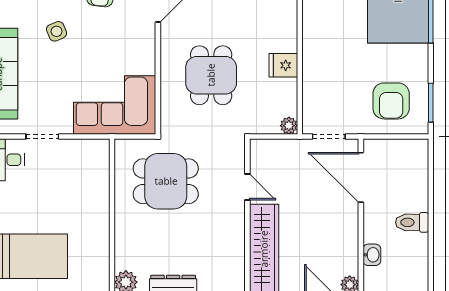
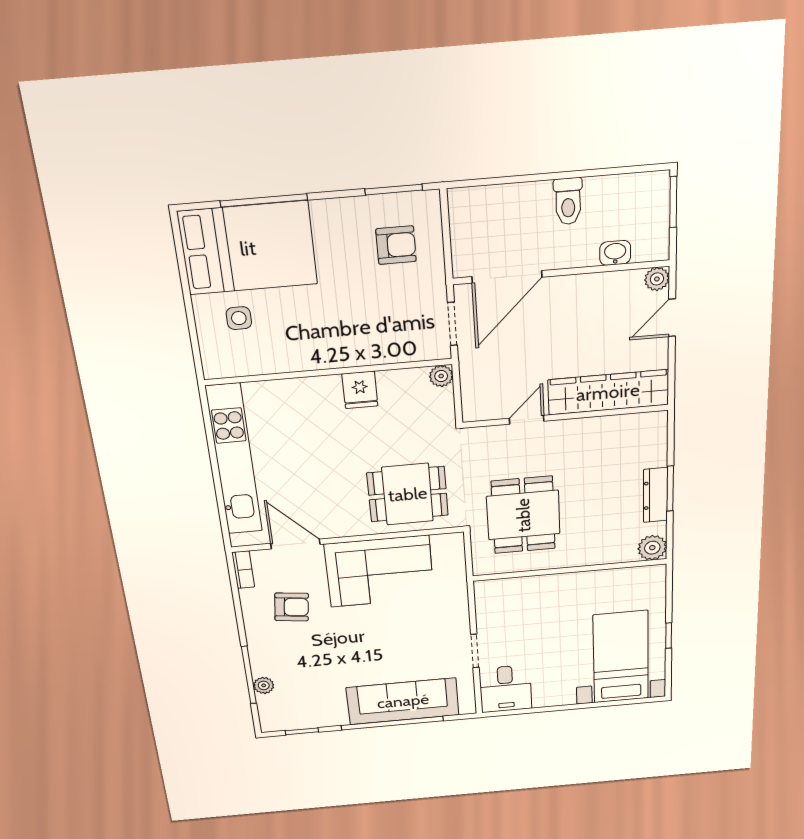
side table: (57, 31) -> (345, 648), removed
dining table: (211, 75) -> (408, 494), moved
armchair: (391, 101) -> (396, 245), width x0.72, depth x0.72
corner sofa: (115, 105) -> (380, 571), moved, turned -90

